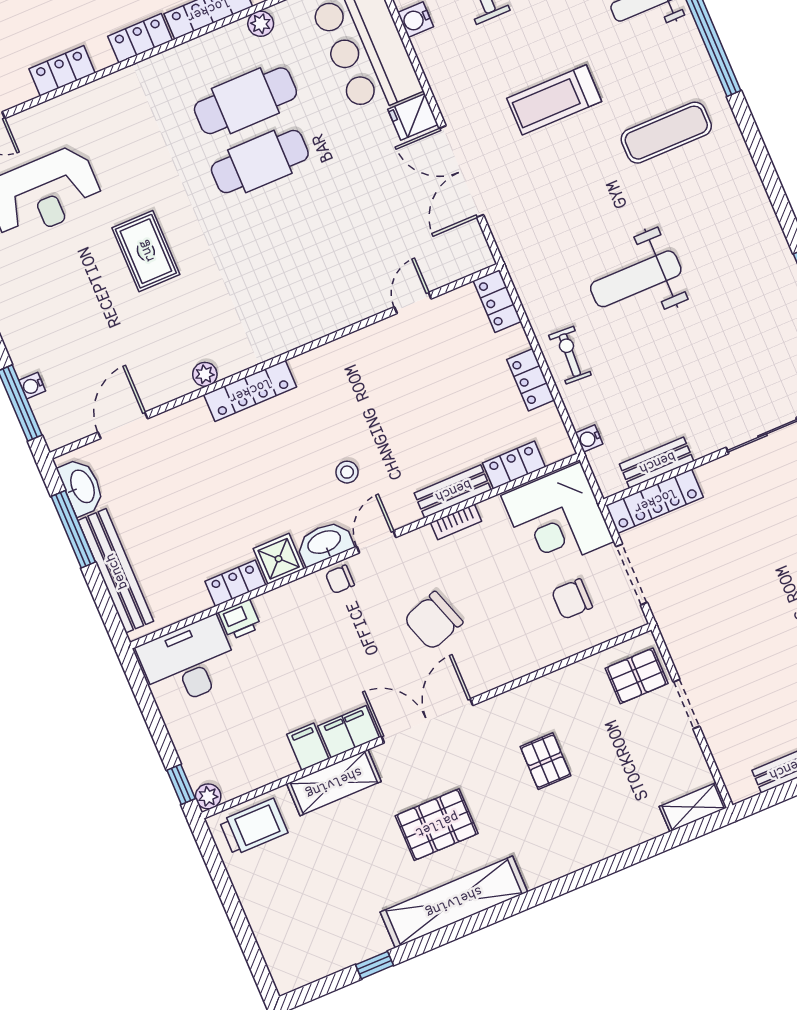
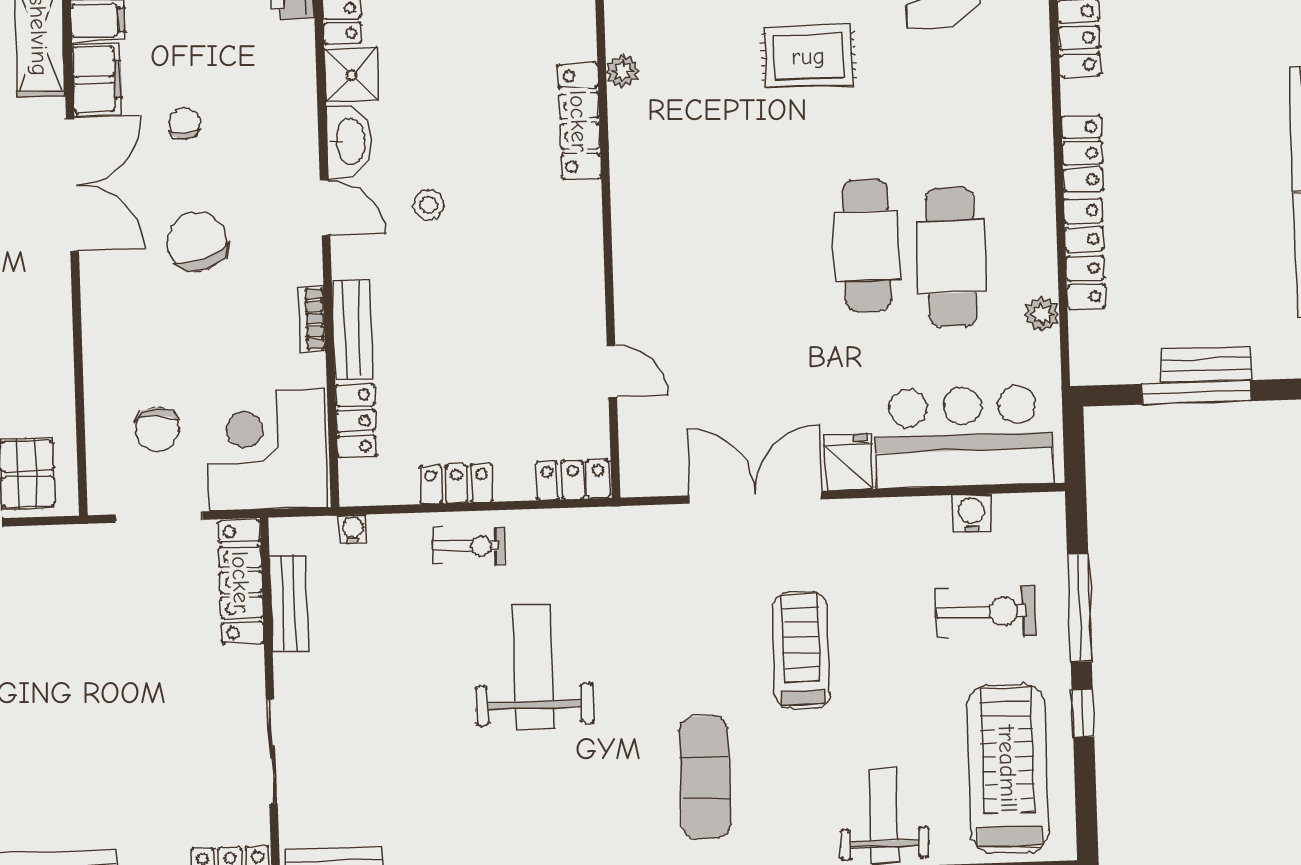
chair: (340, 579) -> (184, 123), moved
chair: (572, 599) -> (157, 429), turned 180

